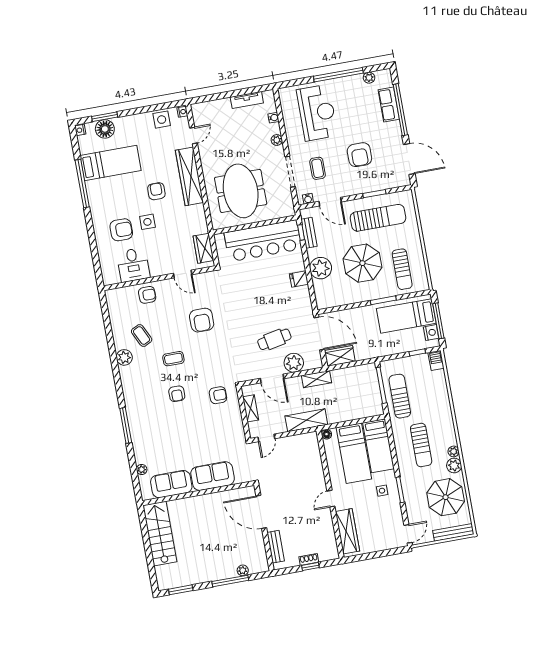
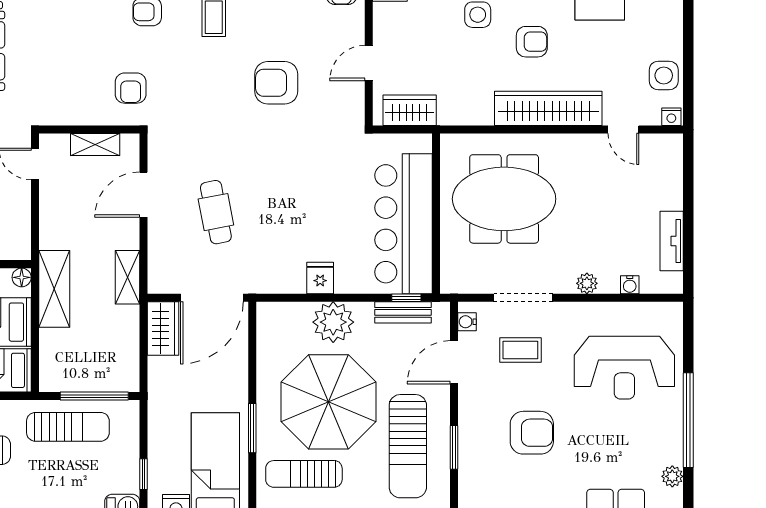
armchair: (359, 155) -> (532, 433), turned 180
parasol: (362, 263) -> (329, 402), width x1.36, depth x1.36
plant: (294, 363) -> (166, 240), removed
shelving: (306, 420) -> (54, 289), moved

